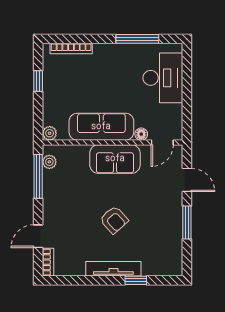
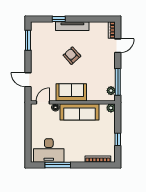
desk: (163, 78) -> (49, 150), moved, turned -90
window: (187, 223) -> (28, 40), moved

